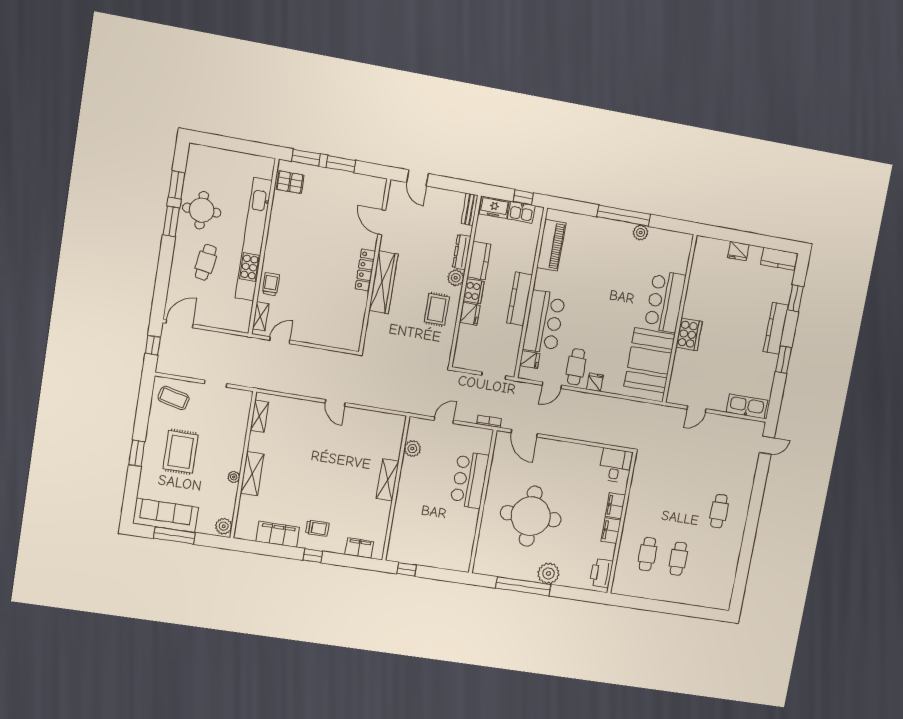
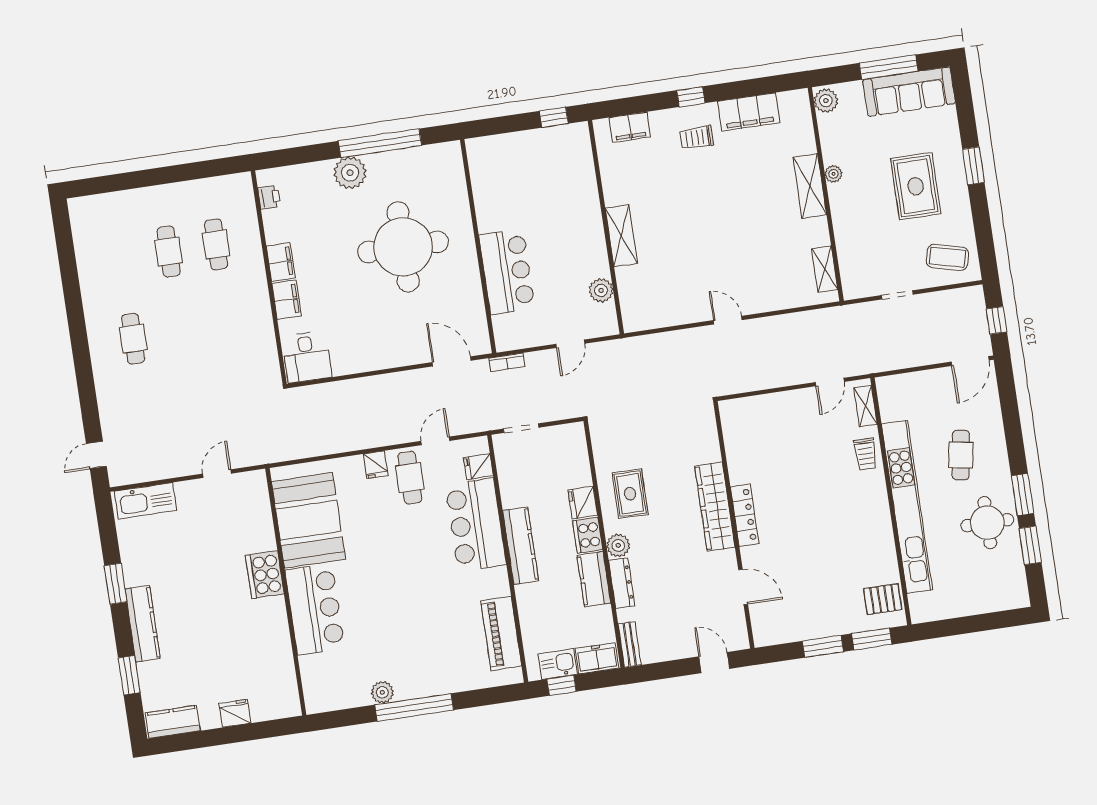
printer: (601, 573) -> (269, 197), width x0.53, depth x0.68

